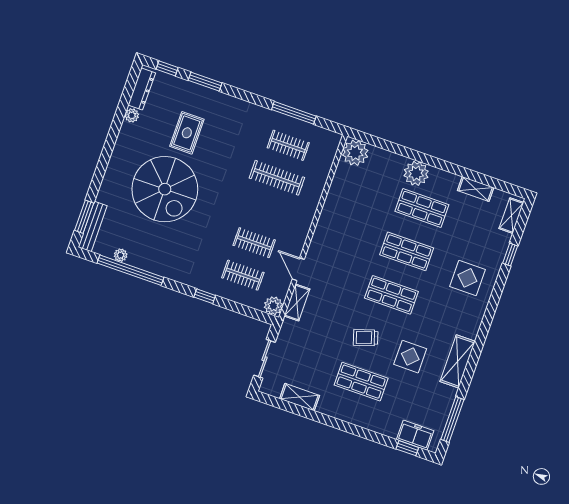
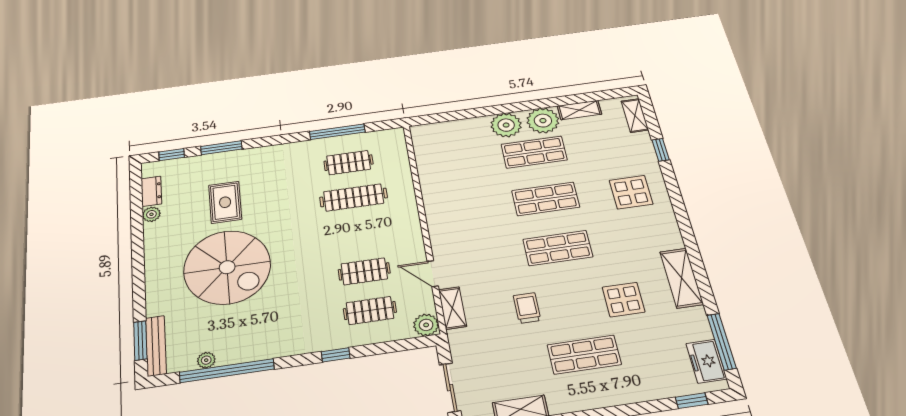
dresser: (142, 89) -> (151, 191), width x0.70
plant: (355, 153) -> (543, 121), moved
trolley: (366, 338) -> (527, 308), moved, turned 108
freezer: (415, 435) -> (706, 361), moved, turned -90

